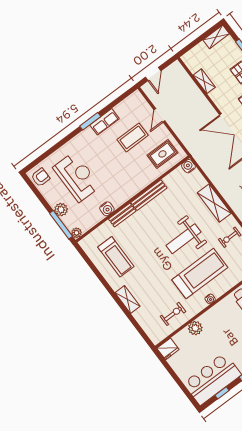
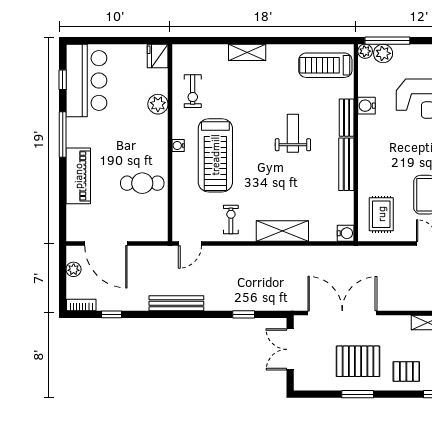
plant: (61, 210) -> (383, 53), moved
weight bench: (183, 239) -> (293, 133), moved, width x0.73, depth x0.75
treadmill: (116, 257) -> (325, 65), moved

